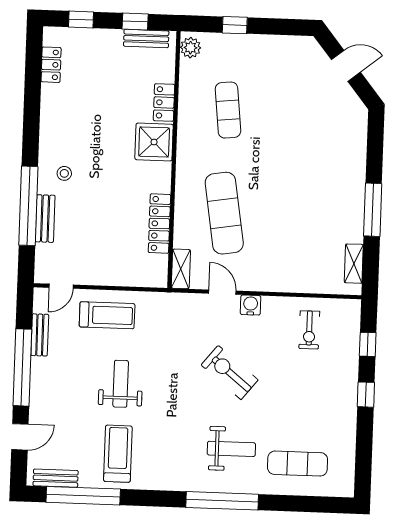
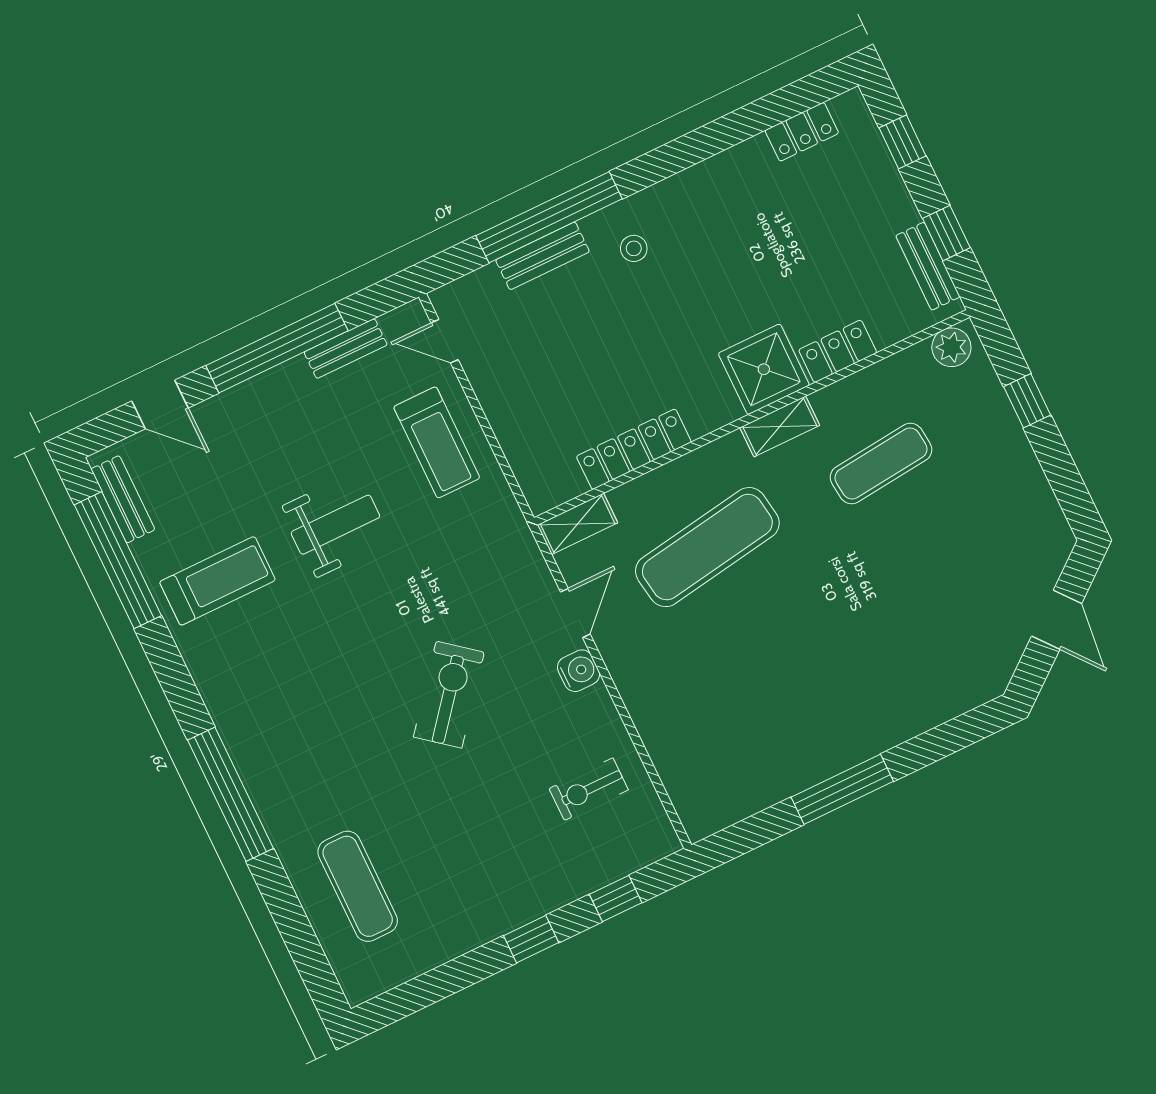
shelving: (354, 264) -> (780, 426), moved
weight bench: (231, 449) -> (324, 764), removed

